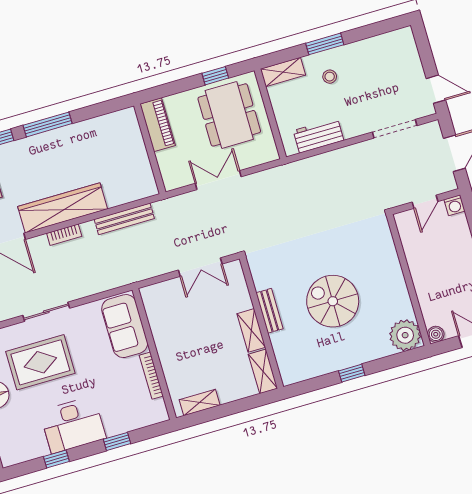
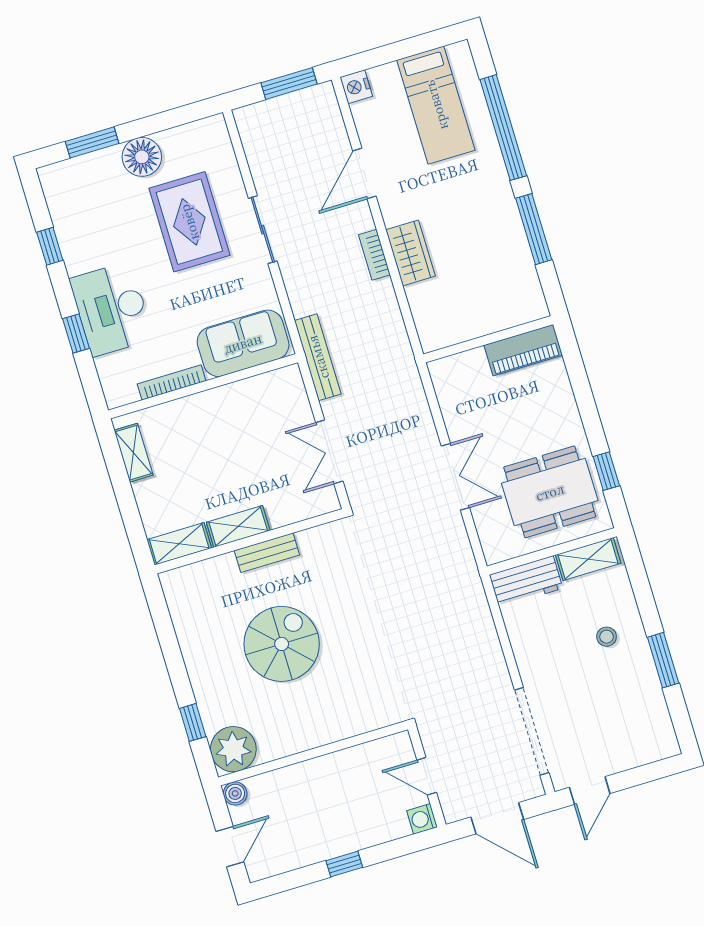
window: (325, 44) -> (663, 660), moved
shelving: (283, 72) -> (588, 559), moved, turned 90
piano: (158, 125) -> (523, 350), moved
doorway: (395, 129) -> (532, 731), width x1.36
workbench: (318, 135) -> (526, 582), moved, turned 90
wall: (150, 149) -> (488, 339), moved
wardrobe: (63, 208) -> (411, 253), width x0.48, depth x0.85
bench: (124, 219) -> (318, 357), moved
window: (352, 373) -> (193, 722), moved
desk: (73, 425) -> (111, 309), moved

